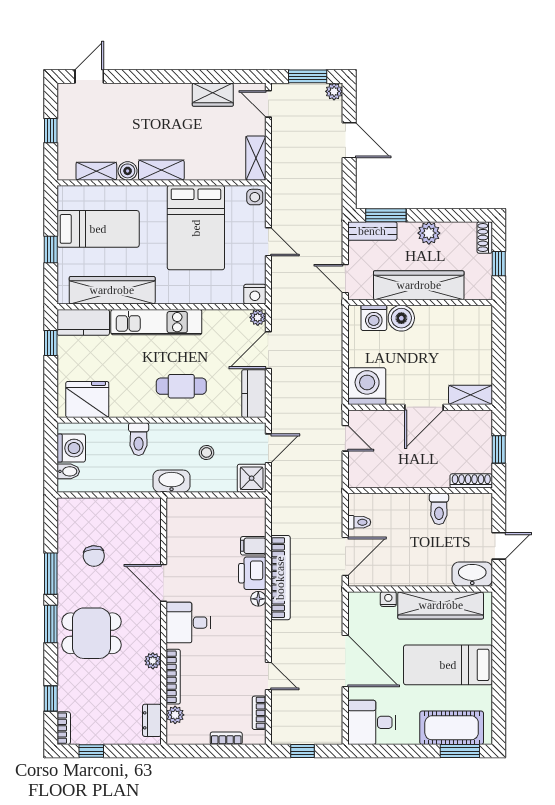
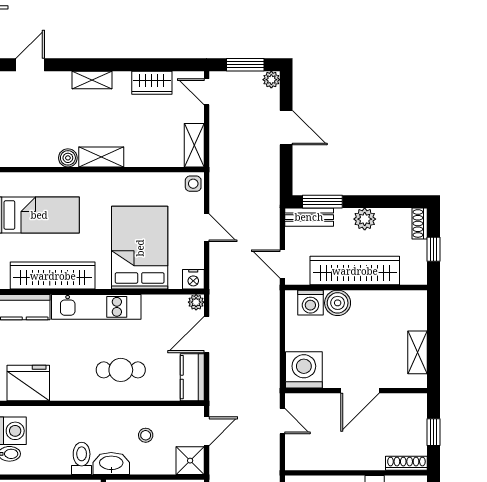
shelving: (96, 171) -> (92, 80), moved
bed: (196, 228) -> (140, 248), moved, turned 180
shelving: (471, 395) -> (418, 352), moved, turned 90
toilet: (139, 439) -> (82, 458), moved, turned 180

